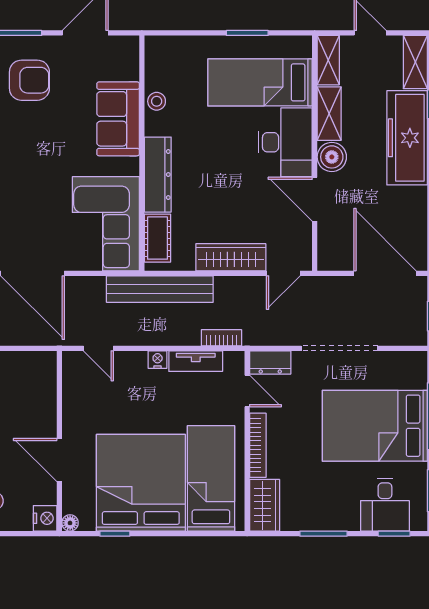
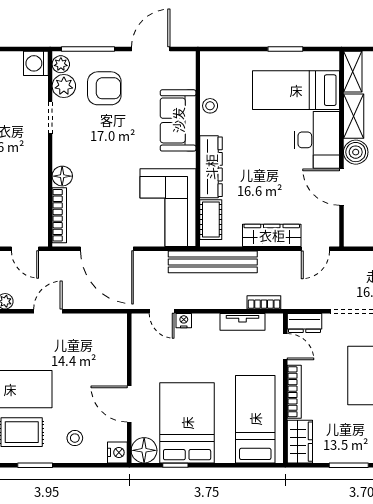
nightstand: (158, 360) -> (184, 321), moved
bed: (141, 483) -> (187, 423), width x0.73
floor lamp: (70, 523) -> (144, 450), width x1.89, depth x1.89

